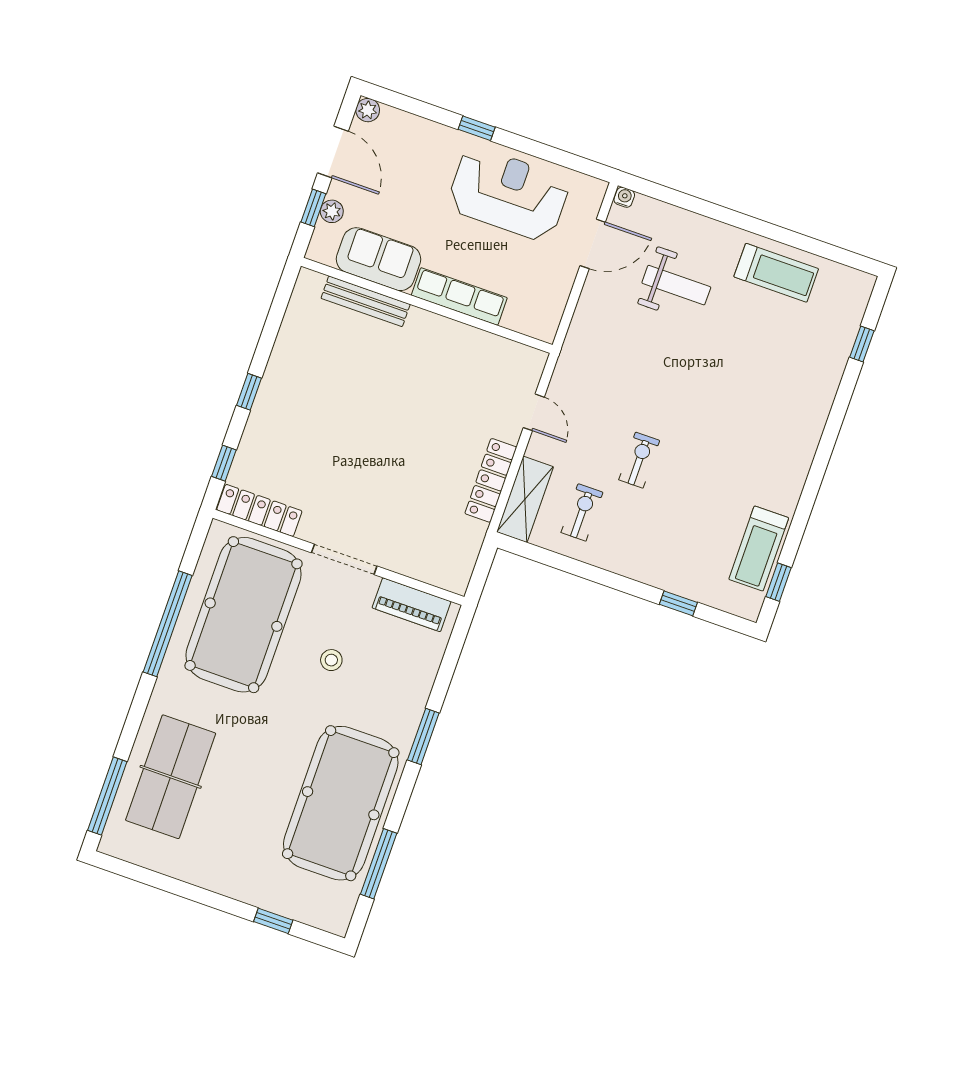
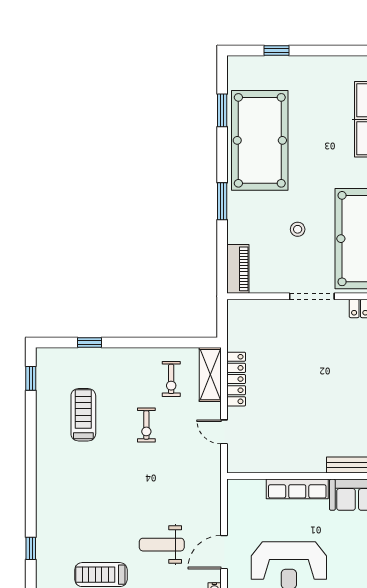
treadmill: (759, 549) -> (83, 415), moved
piano: (412, 605) -> (238, 269), moved, turned 90
window: (379, 864) -> (222, 110), width x0.69

